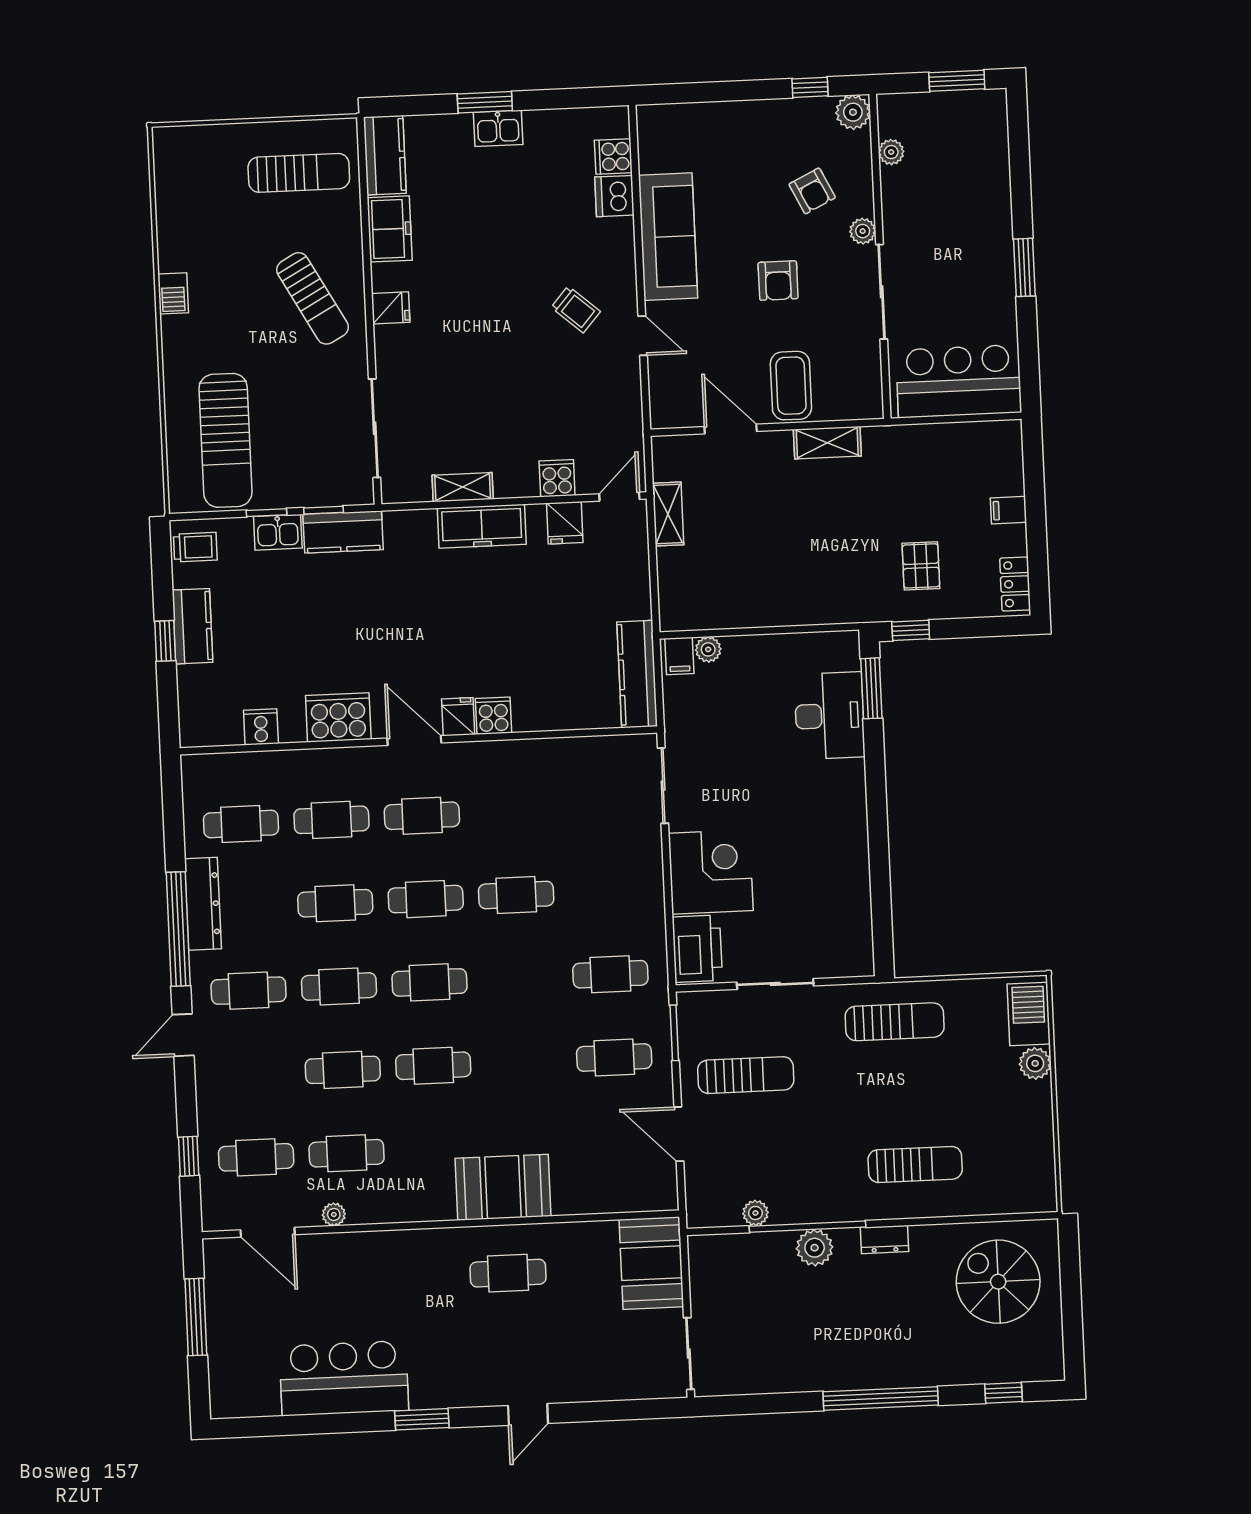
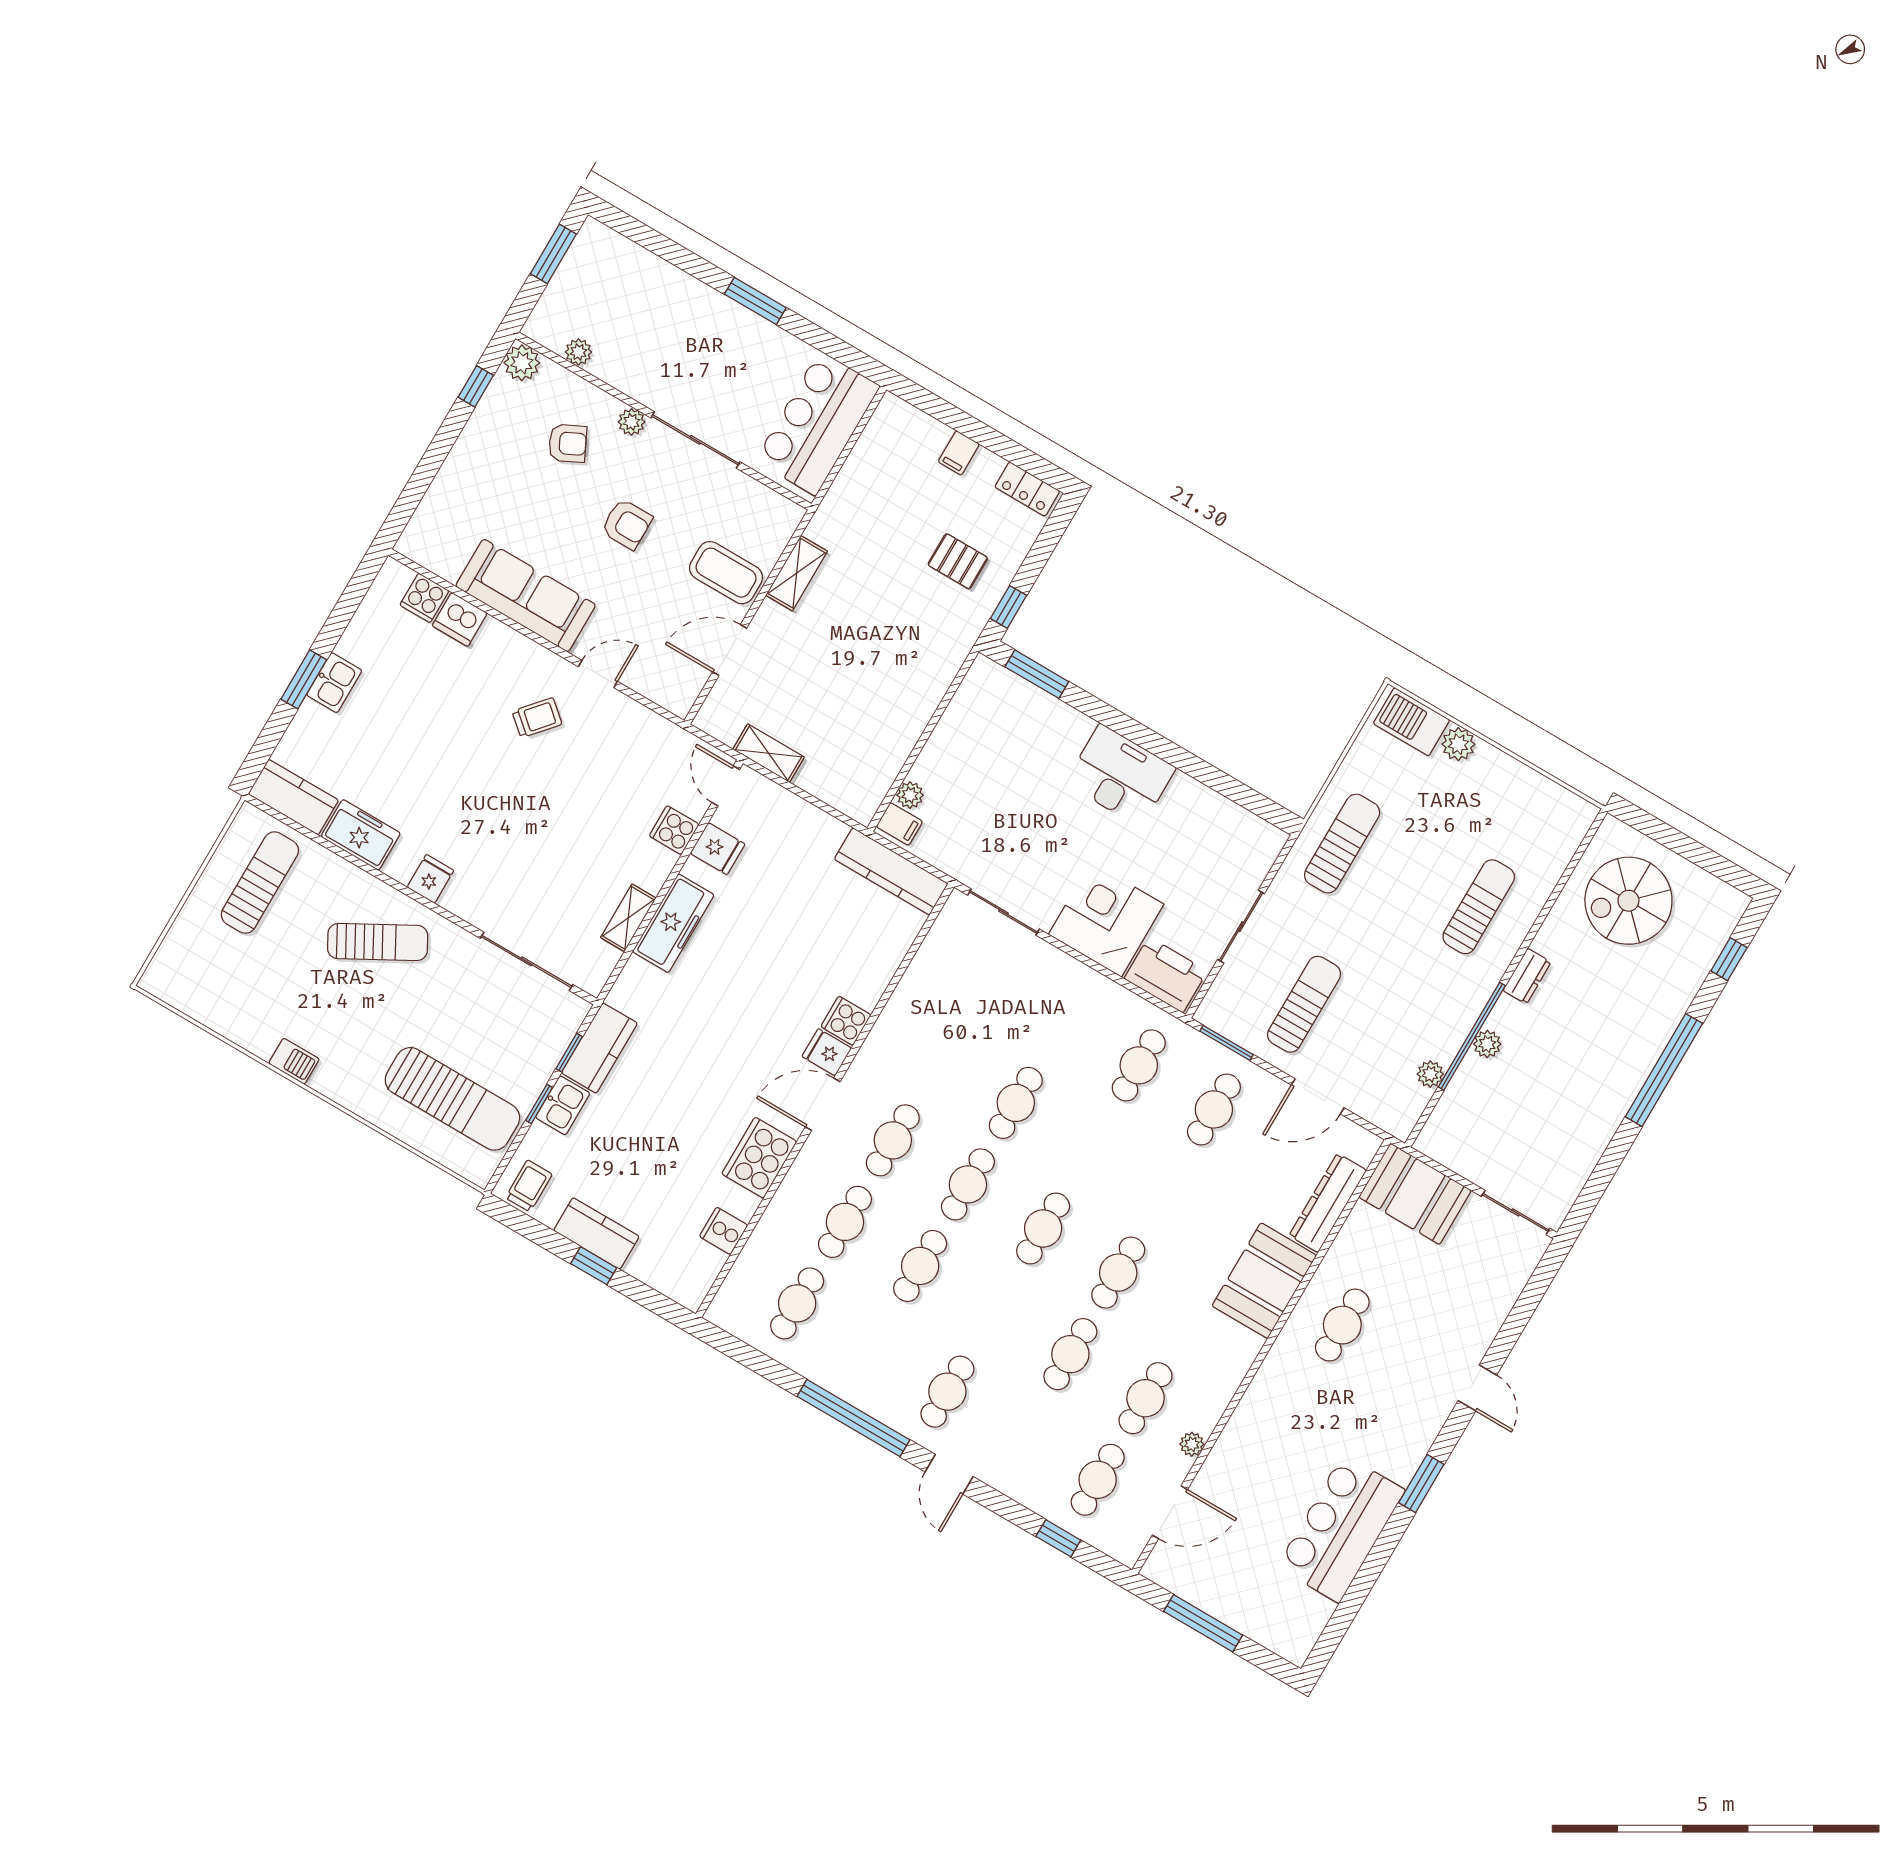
desk: (830, 716) -> (1120, 775), moved
dresser: (203, 904) -> (1328, 1203), moved, turned -90
cafe table: (339, 987) -> (995, 1310), removed
plant: (815, 1248) -> (1487, 1044), width x0.73, depth x0.73

